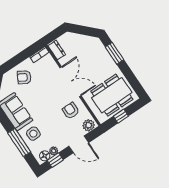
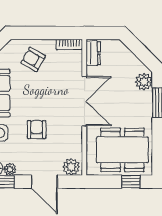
plant: (98, 47) -> (144, 82), added
armchair: (71, 111) -> (37, 130), moved
window: (121, 116) -> (131, 182), moved

